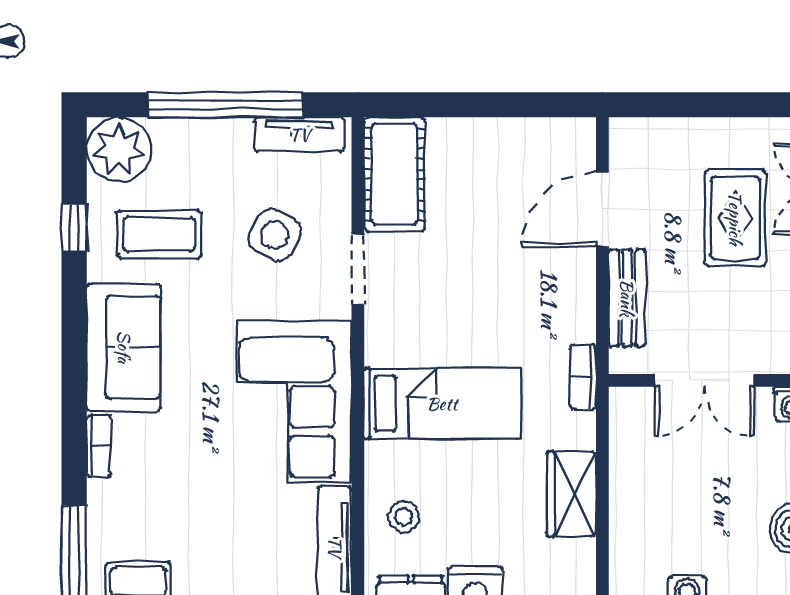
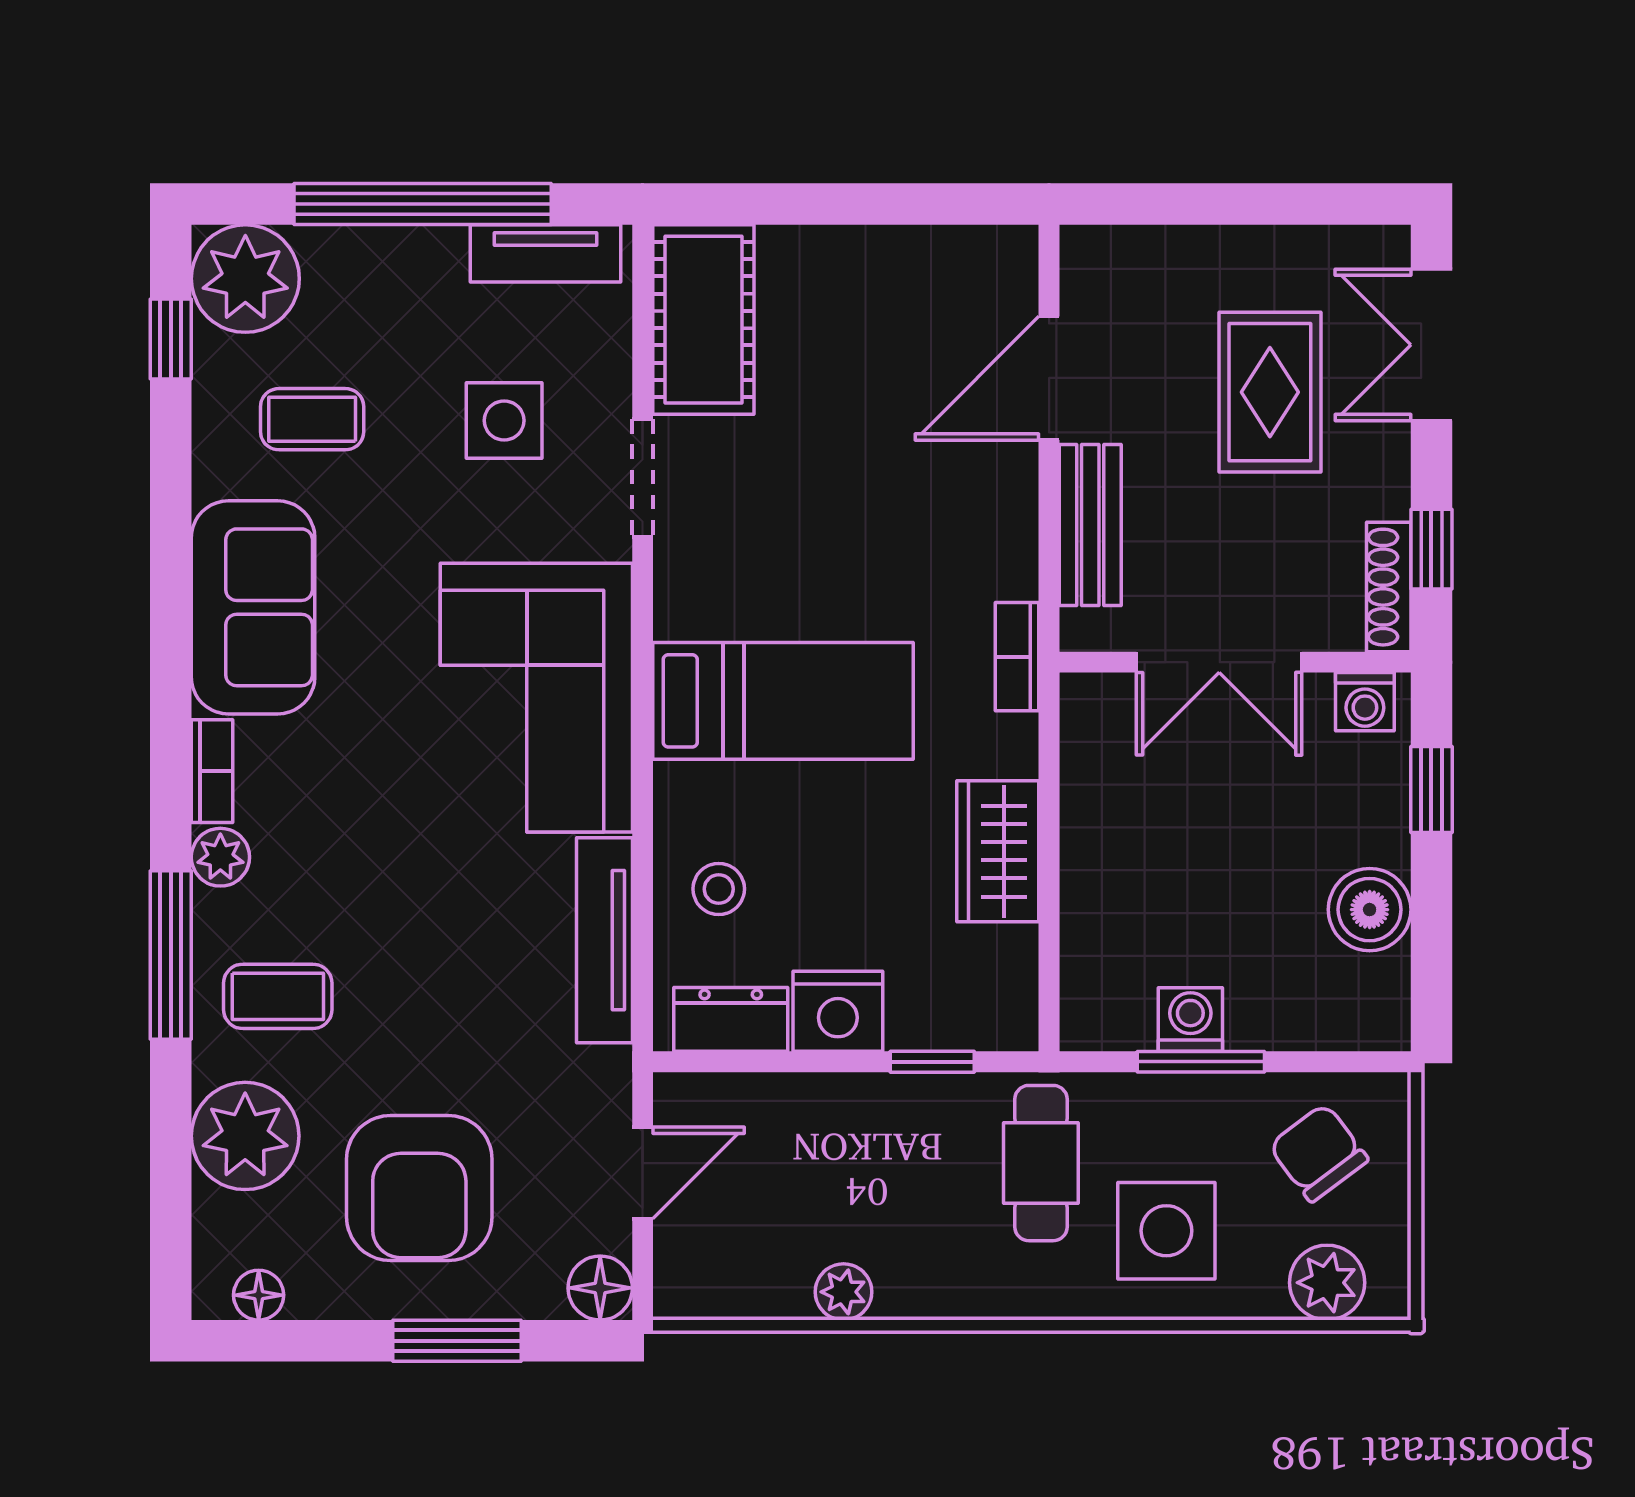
window: (74, 228) -> (171, 339), moved
coffee table: (159, 234) -> (312, 419), width x0.73, depth x0.77
side table: (275, 235) -> (504, 420), turned -30
plant: (104, 498) -> (220, 857), added

